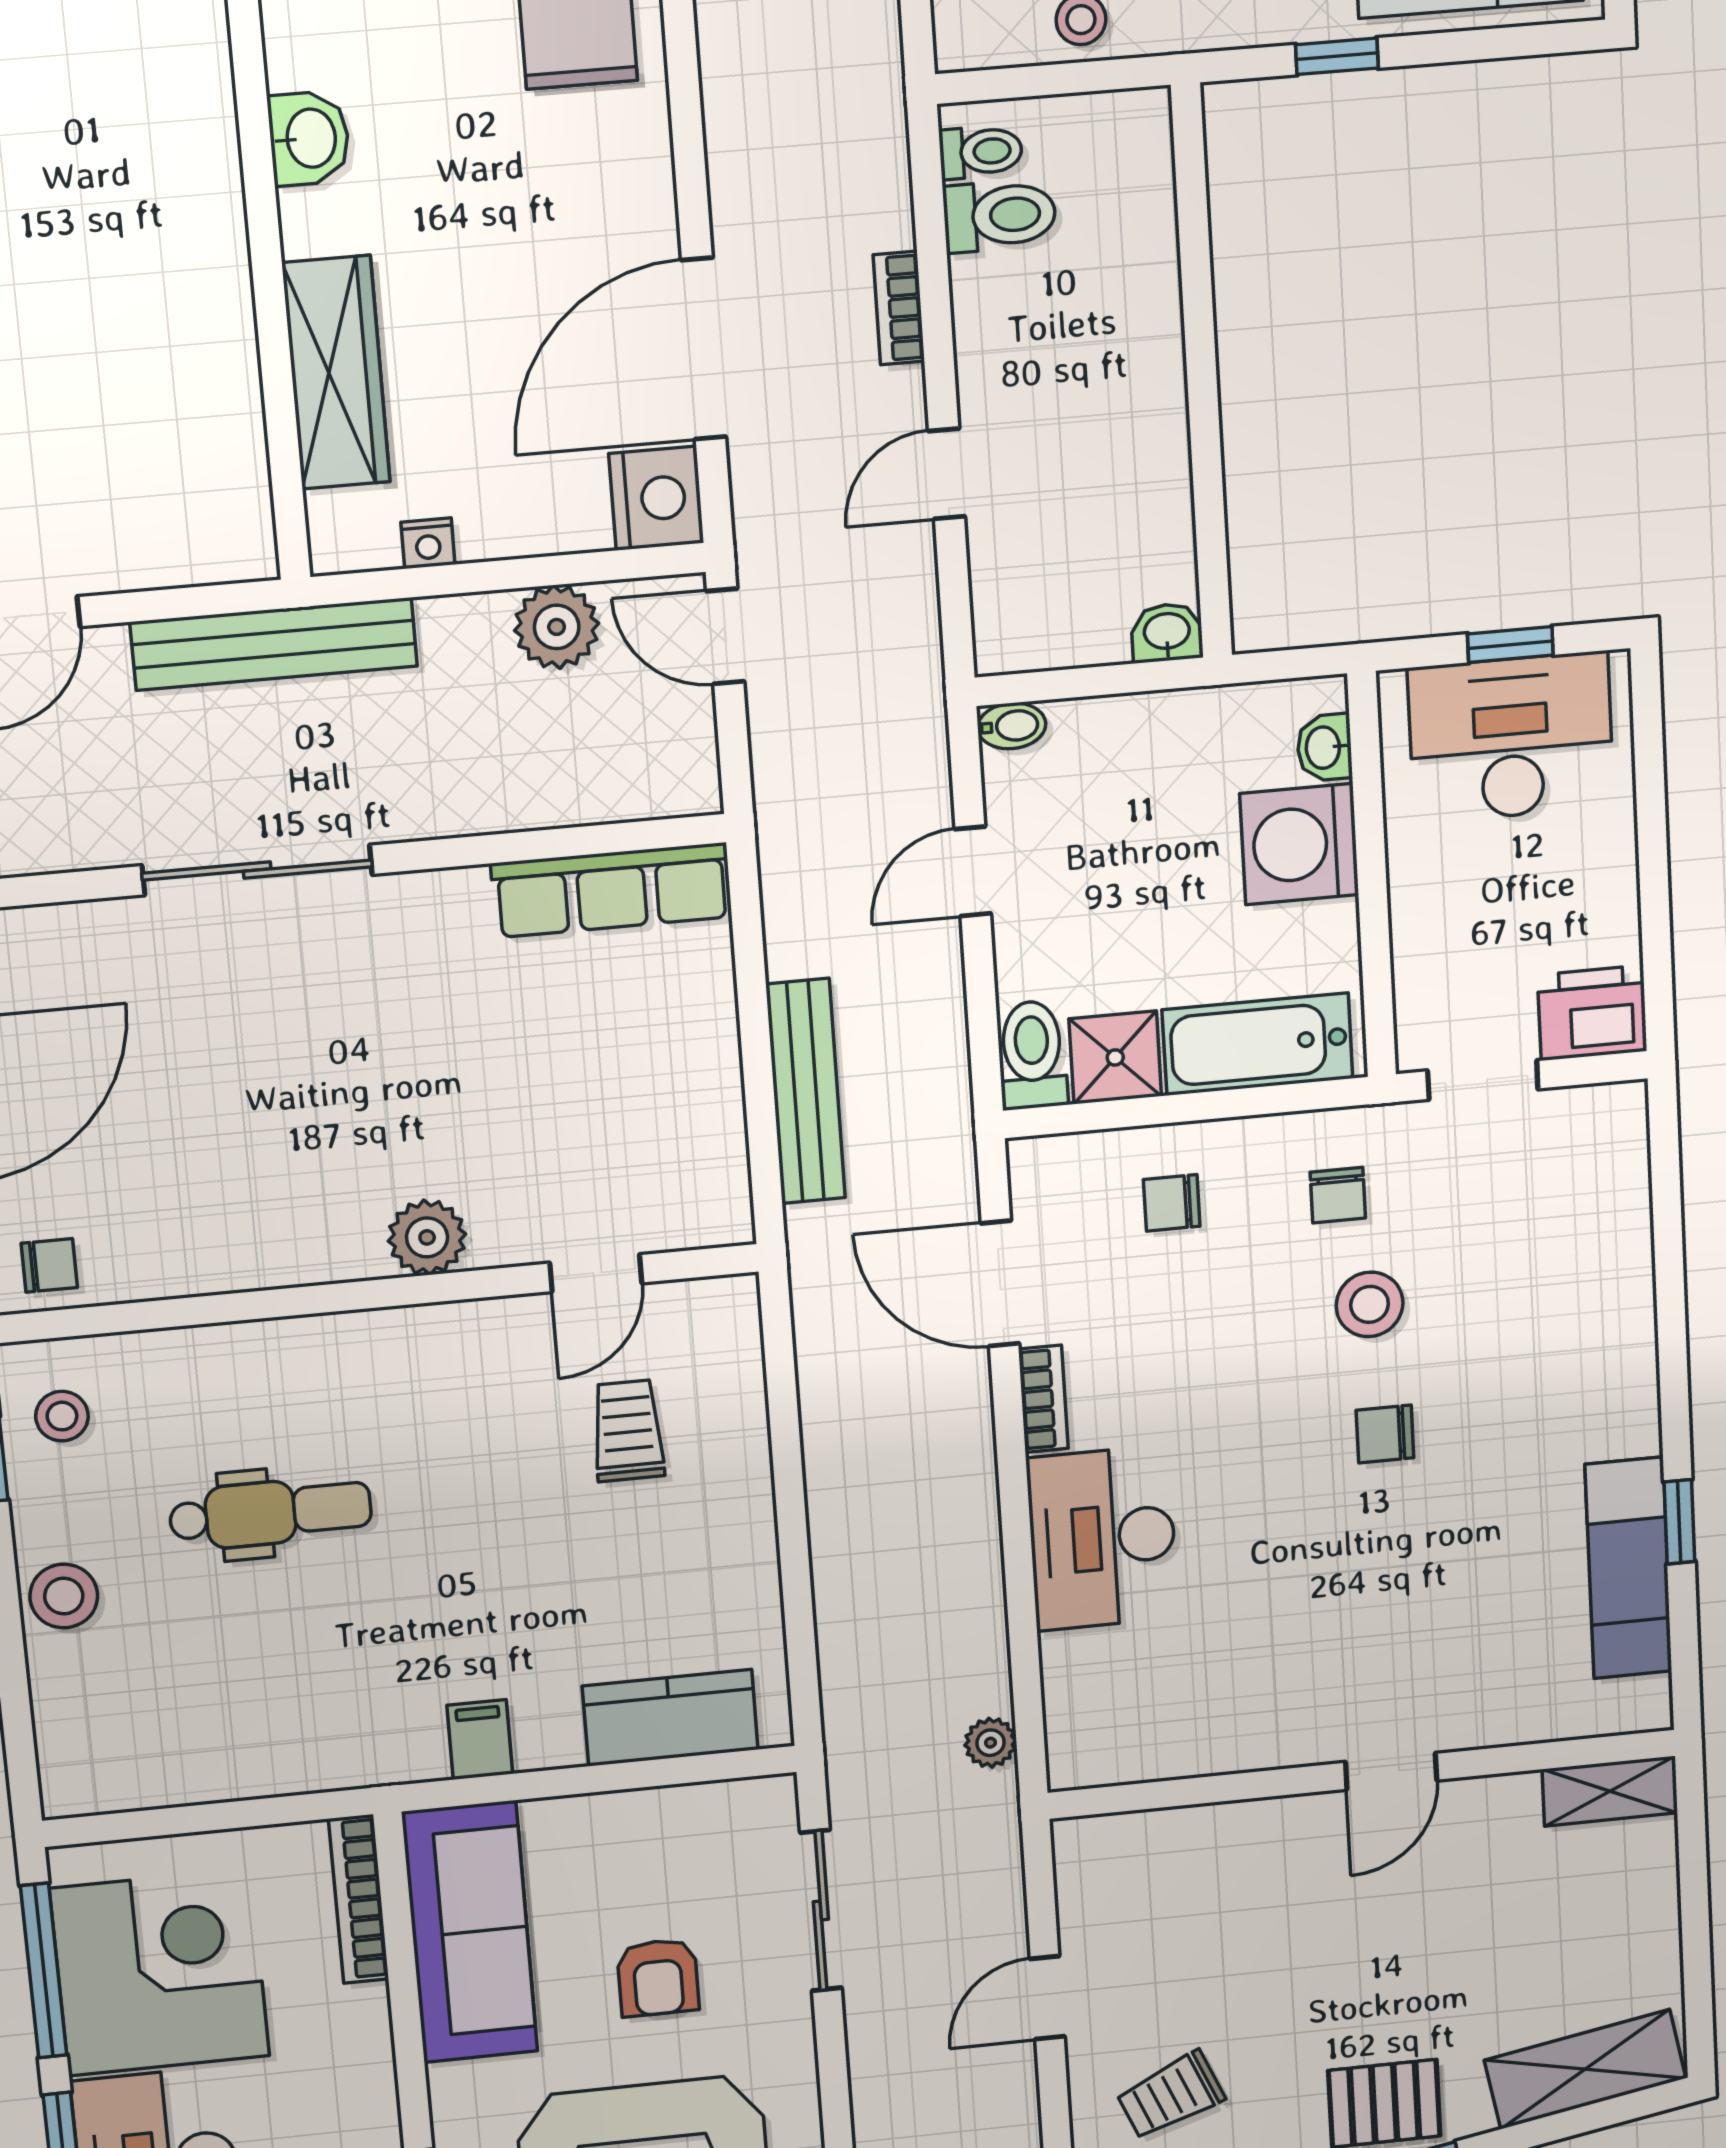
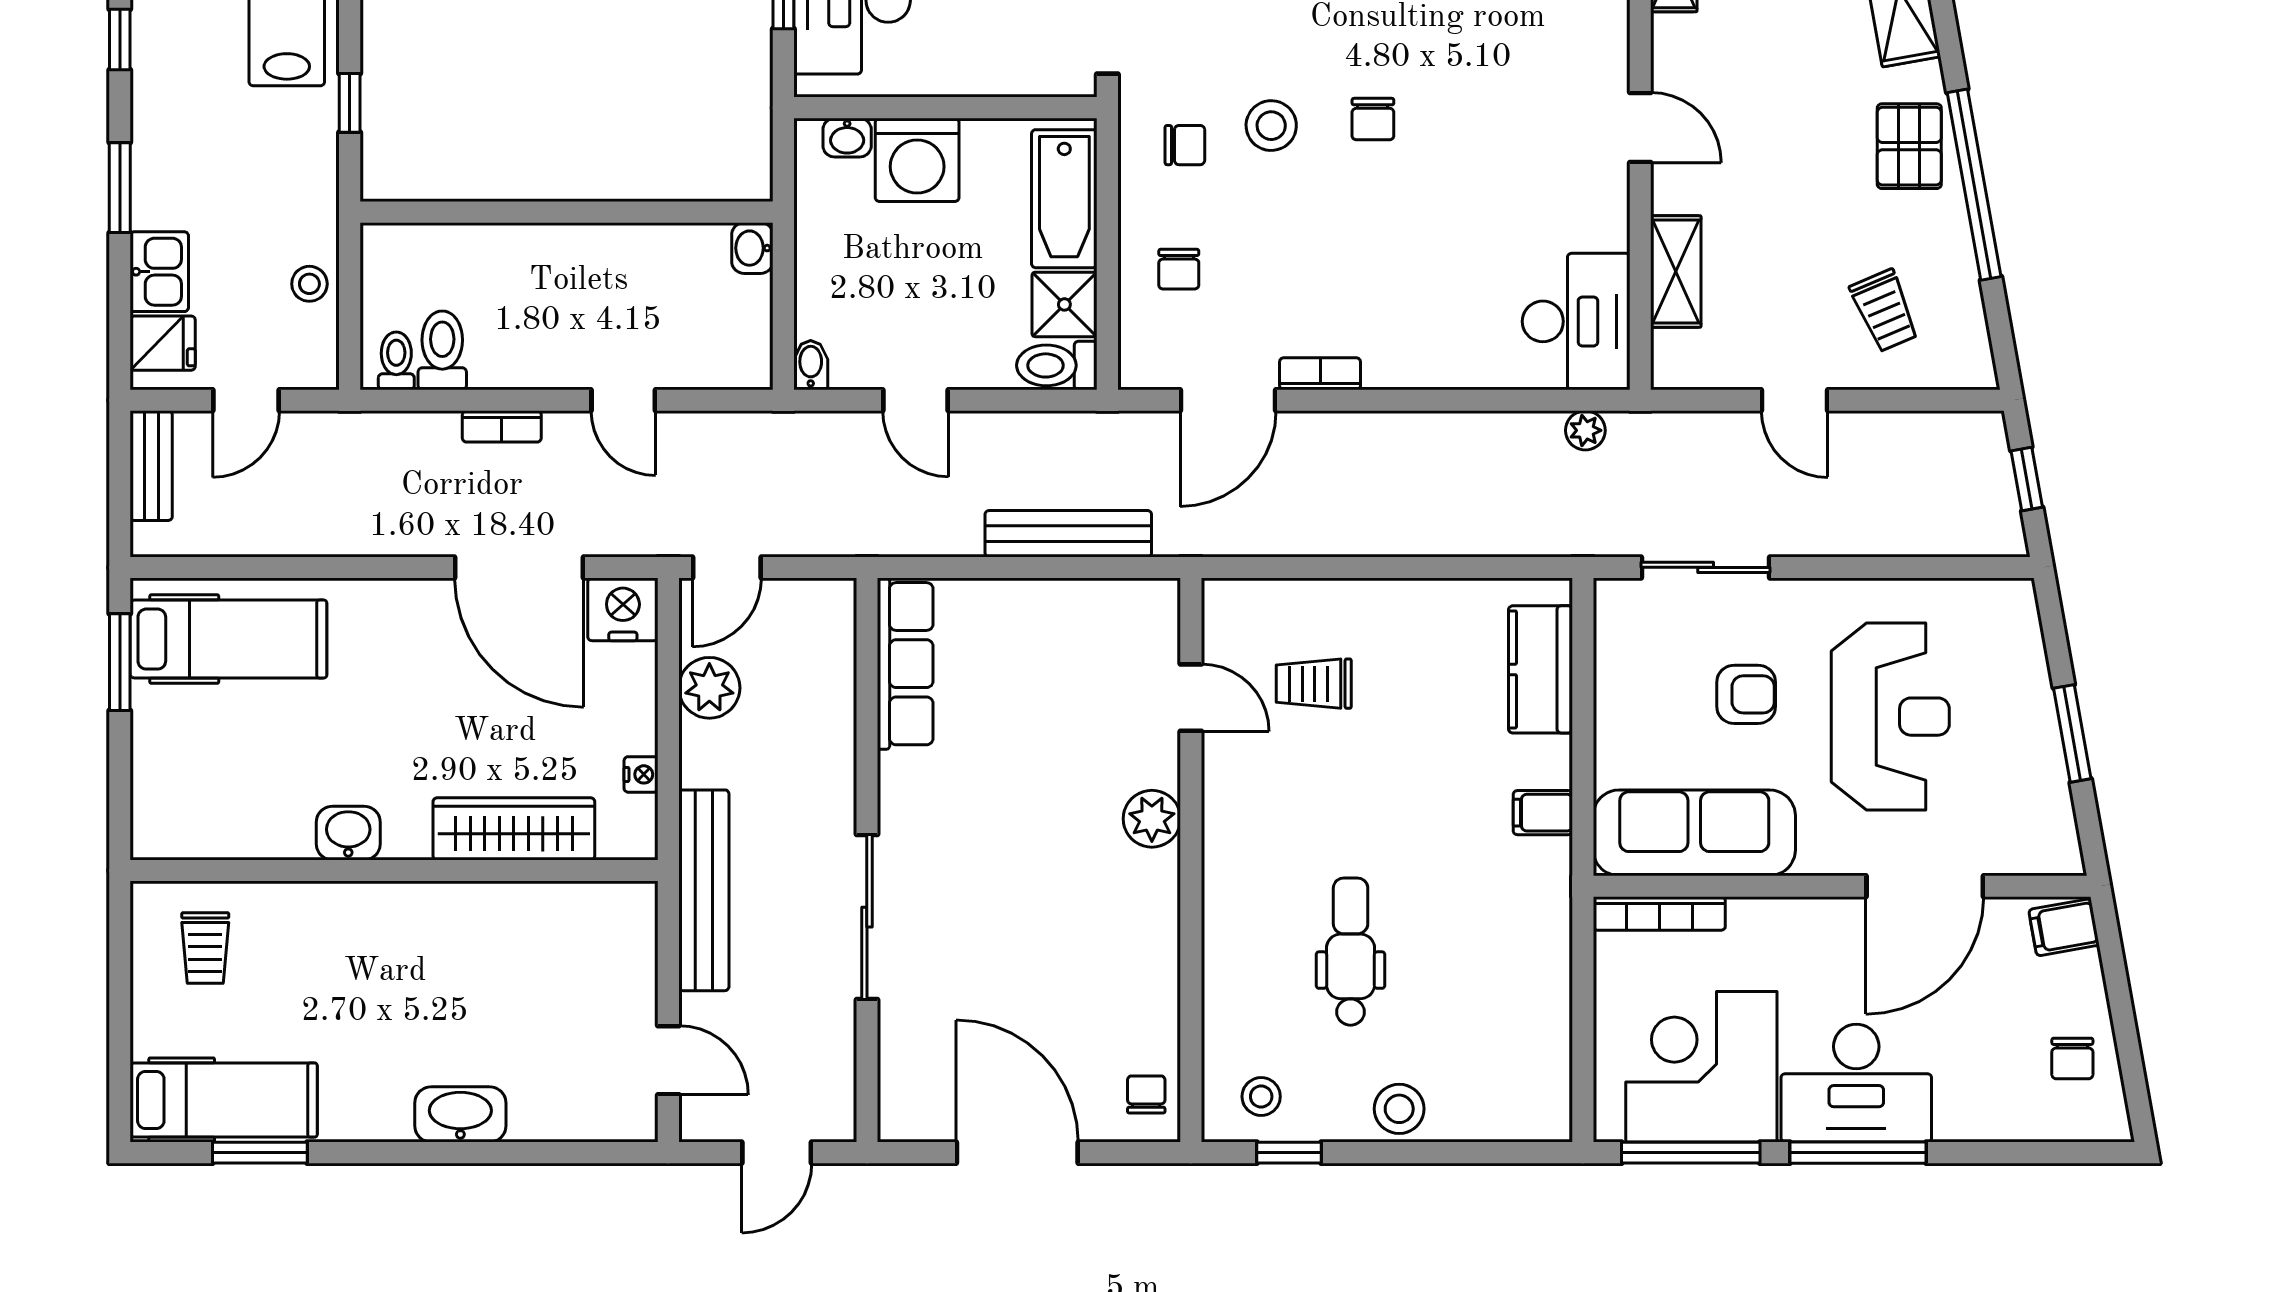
desk: (1102, 1538) -> (1576, 321), moved, turned -90
shelving: (1206, 1834) -> (1676, 271), added

